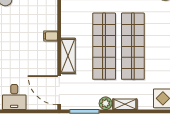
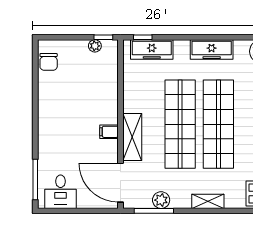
filing cabinet: (51, 36) -> (109, 132), moved
plant: (106, 103) -> (161, 200), moved

